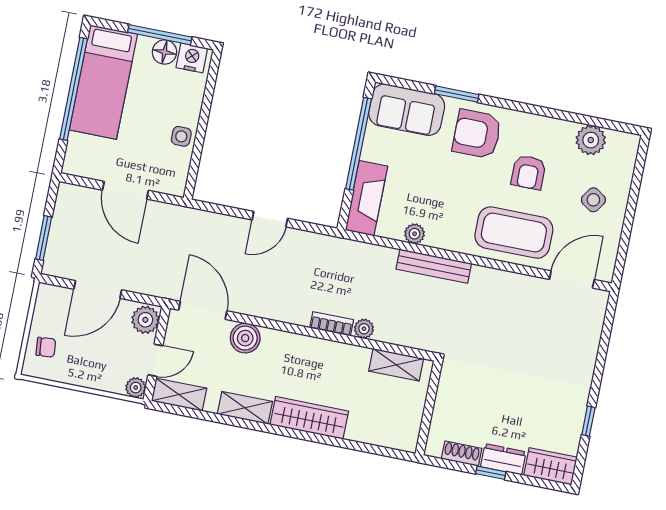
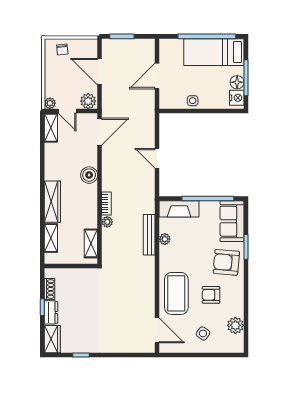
armchair: (477, 134) -> (226, 262), turned -85
bench: (434, 266) -> (149, 235), moved
boiler: (245, 338) -> (89, 175), moved
shelving: (245, 408) -> (51, 238), moved

